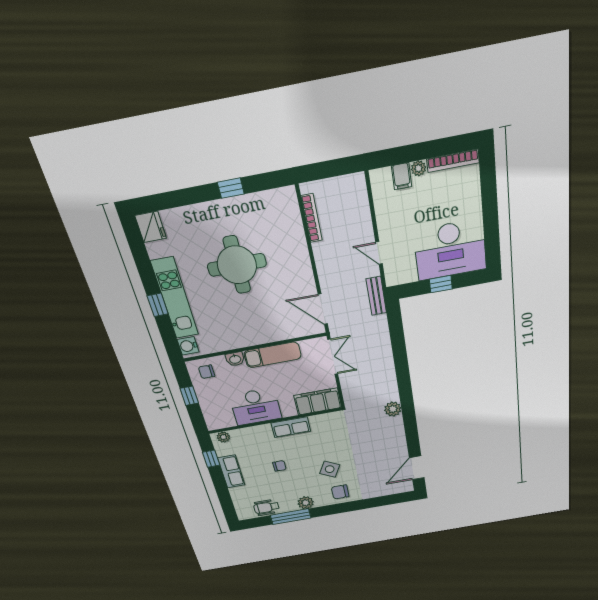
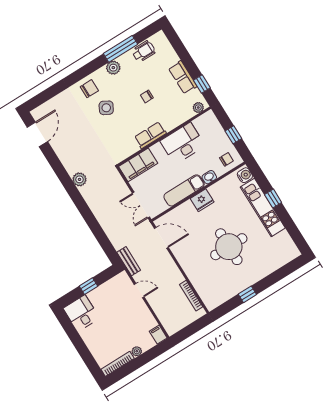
filing cabinet: (402, 176) -> (158, 335), moved
fridge: (151, 227) -> (202, 200), moved, turned -90
desk: (450, 250) -> (81, 313), width x0.53, depth x0.77

